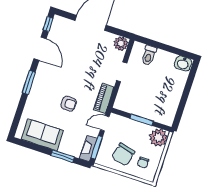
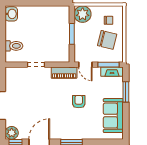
plant: (121, 43) -> (12, 133), moved

